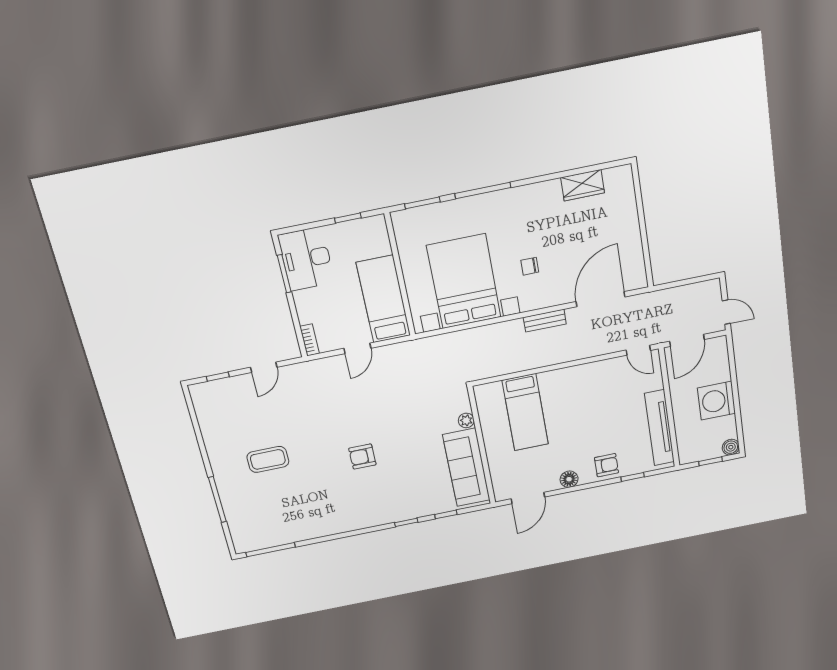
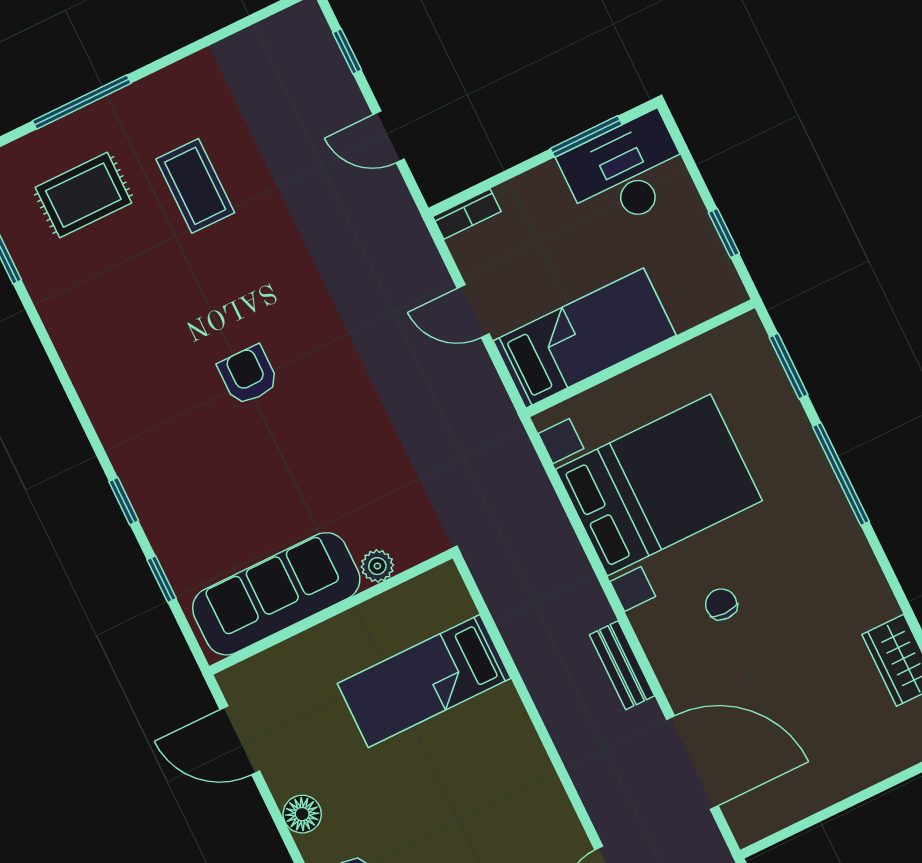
rug: (261, 508) -> (83, 195), added

